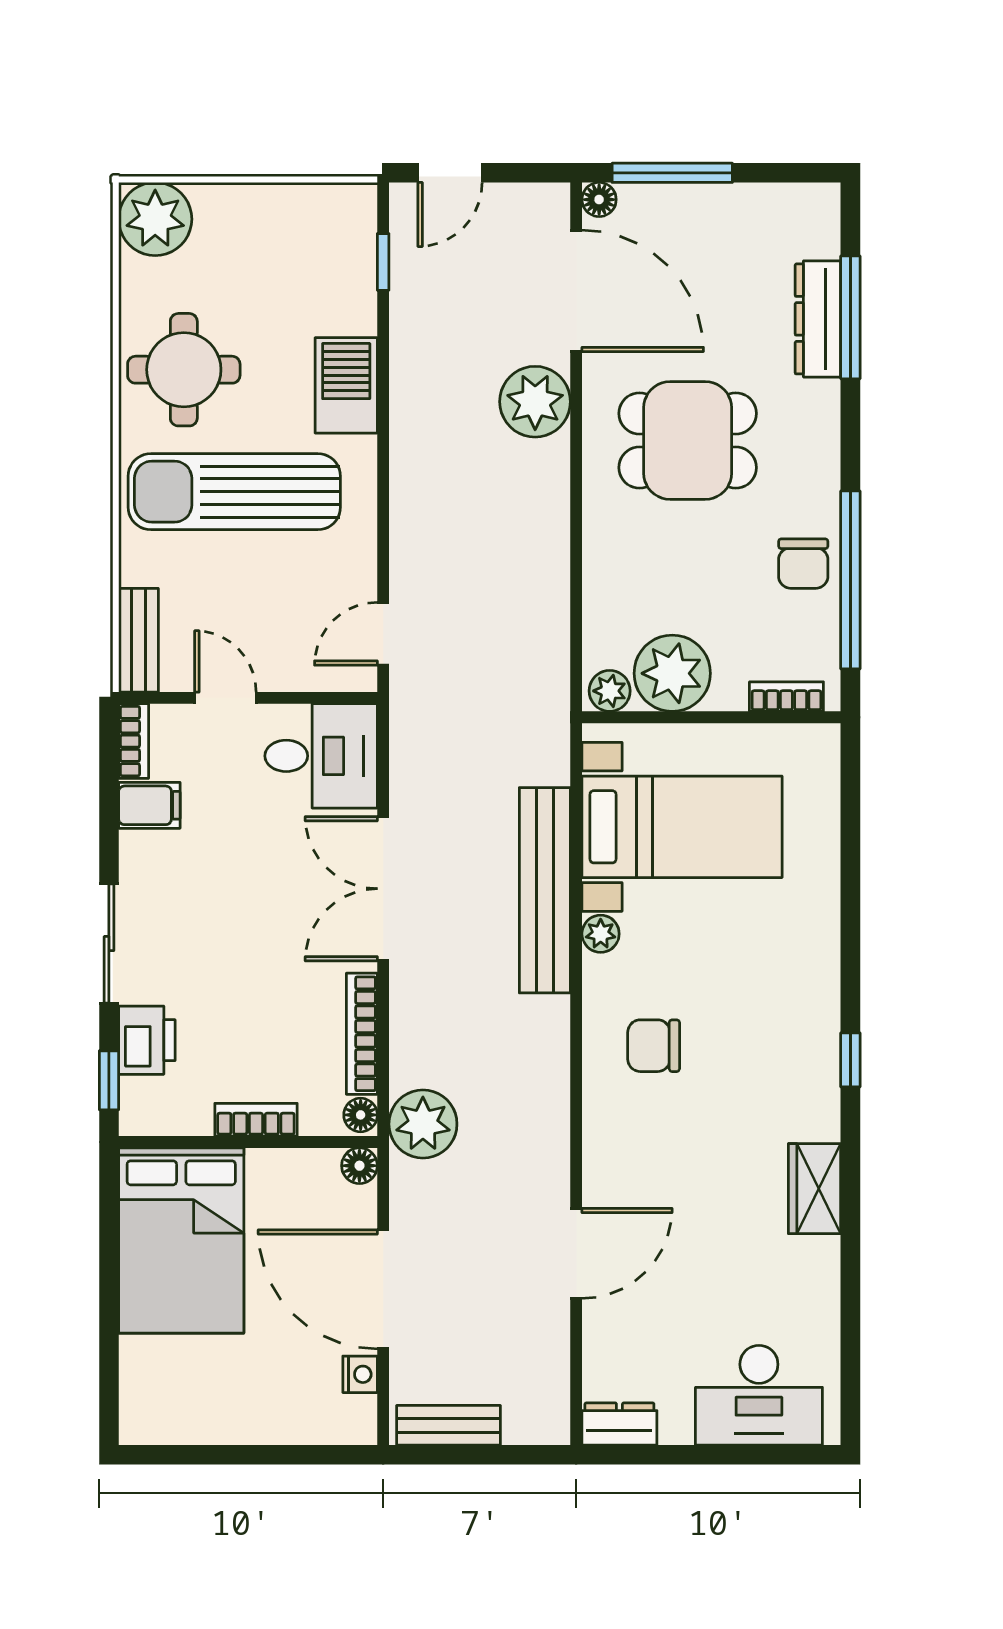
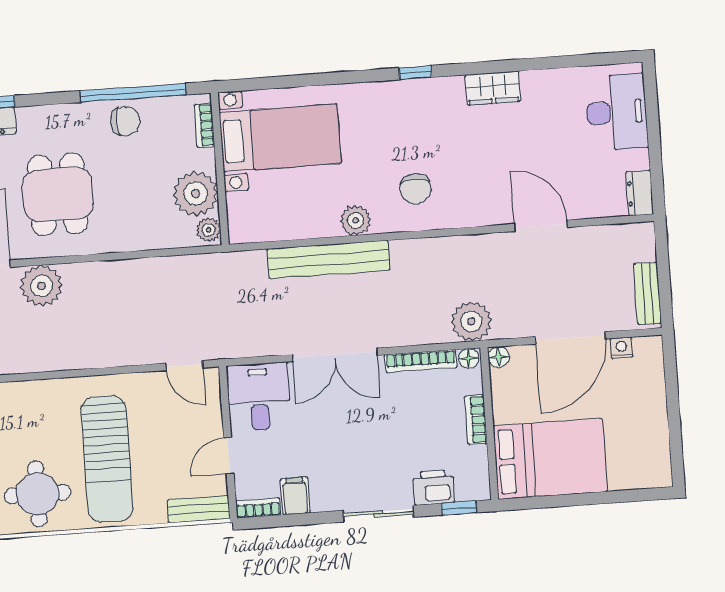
barbecue: (346, 385) -> (40, 398), removed
bed with nightstands: (682, 827) -> (280, 138), moved, turned 90
plant: (601, 934) -> (356, 220), width x1.38, depth x1.38

